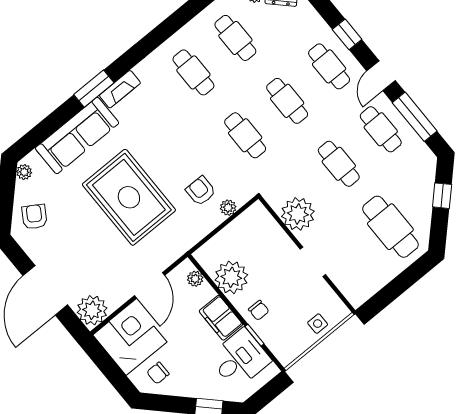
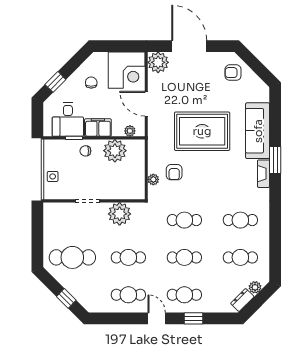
window: (415, 117) -> (120, 318), removed
plant: (24, 172) -> (261, 87), removed
armchair: (201, 191) -> (174, 172), turned 90
armchair: (34, 217) -> (233, 73), turned 148
chair: (158, 373) -> (91, 83), moved

